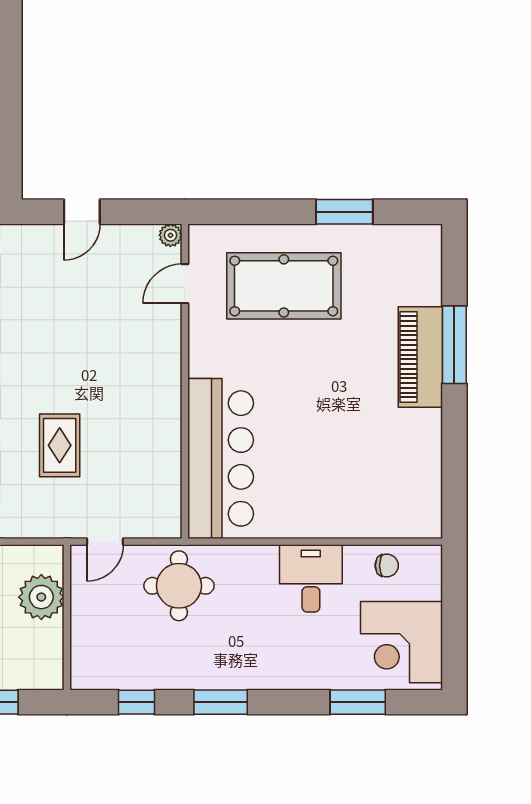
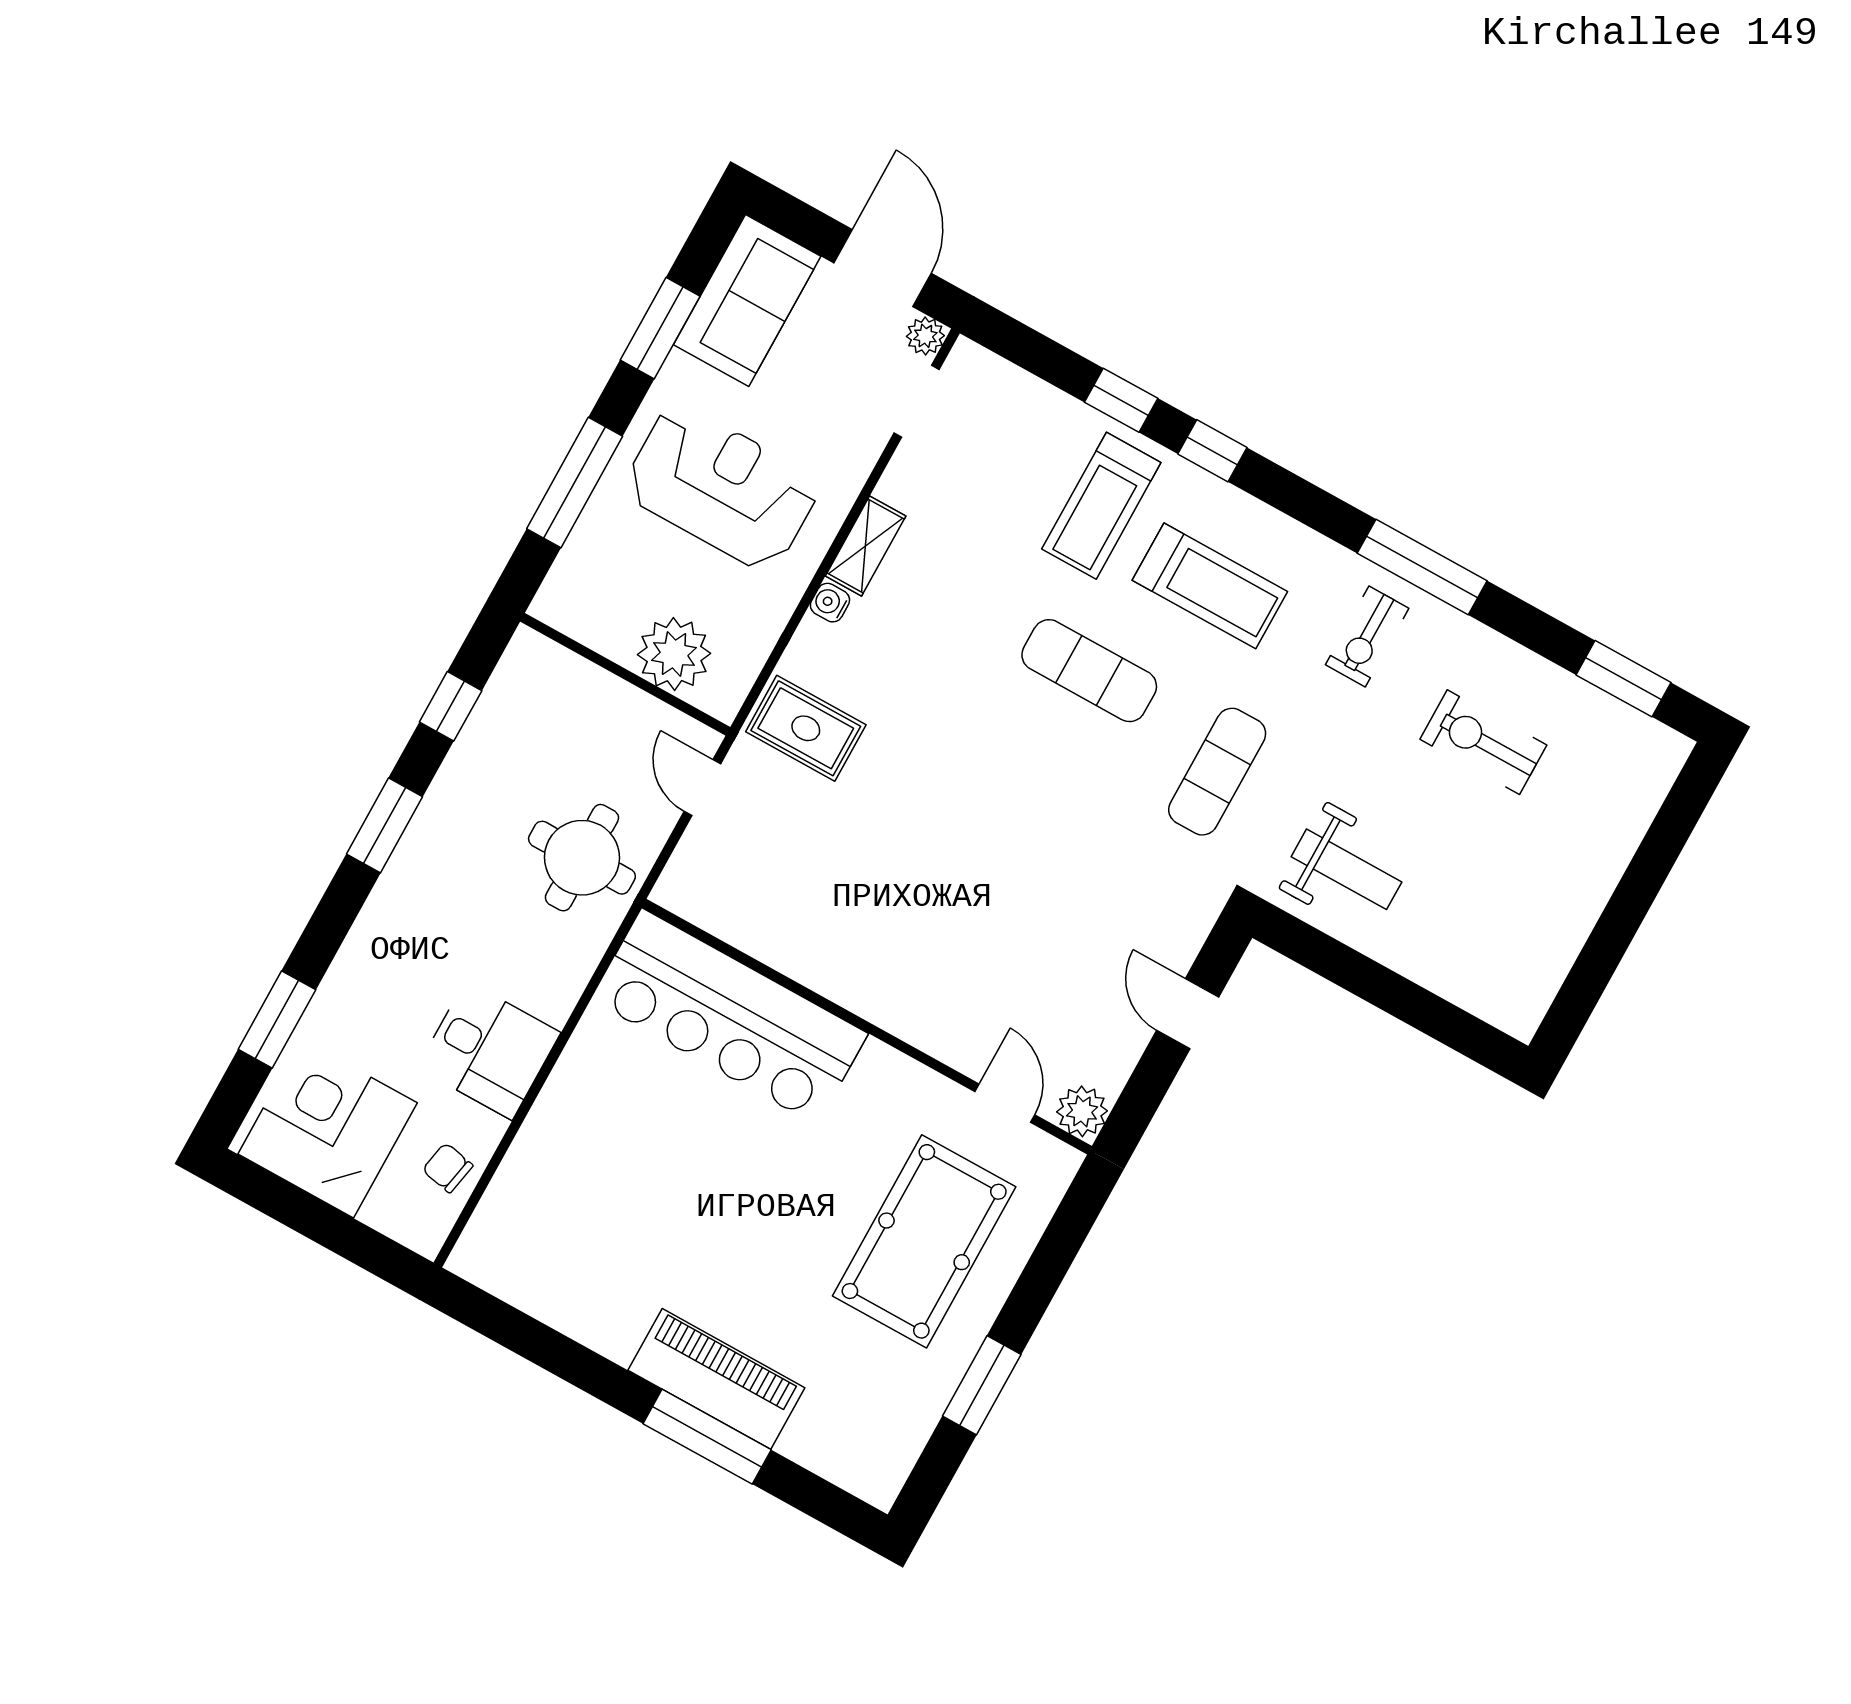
plant: (170, 235) -> (1082, 1111), width x1.38, depth x1.38
rug: (60, 445) -> (806, 728), moved
chair: (387, 566) -> (448, 1168), turned 101

